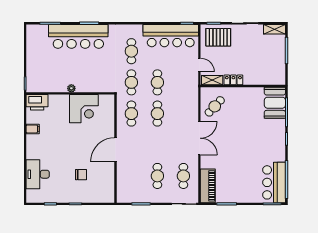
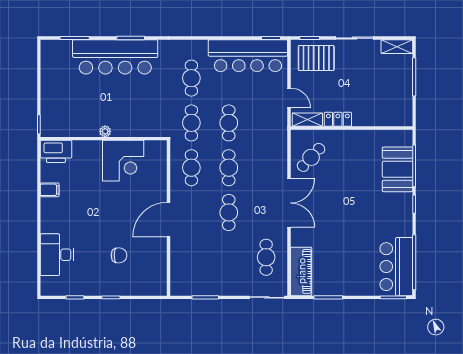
booth: (275, 103) -> (397, 169), moved
cafe table: (157, 176) -> (229, 212), moved

